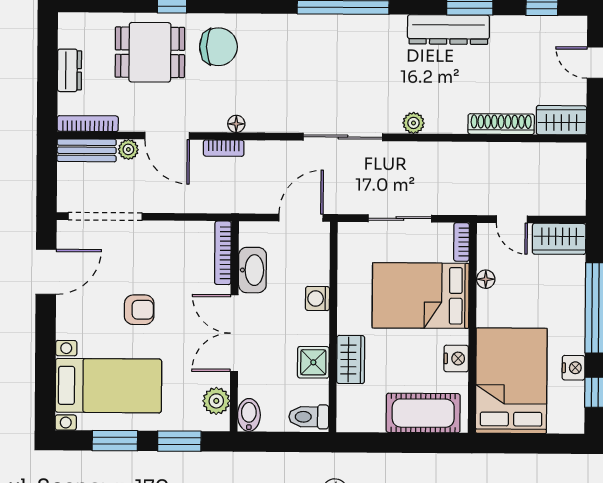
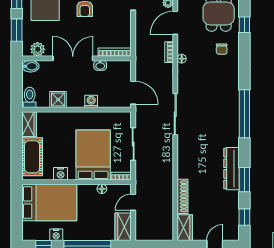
chair: (218, 47) -> (222, 49), width x0.54, depth x0.54
plant: (414, 123) -> (183, 151), removed
washbasin: (252, 270) -> (100, 65), width x0.52, depth x0.69
wardrobe: (351, 360) -> (29, 124), moved, turned -90

